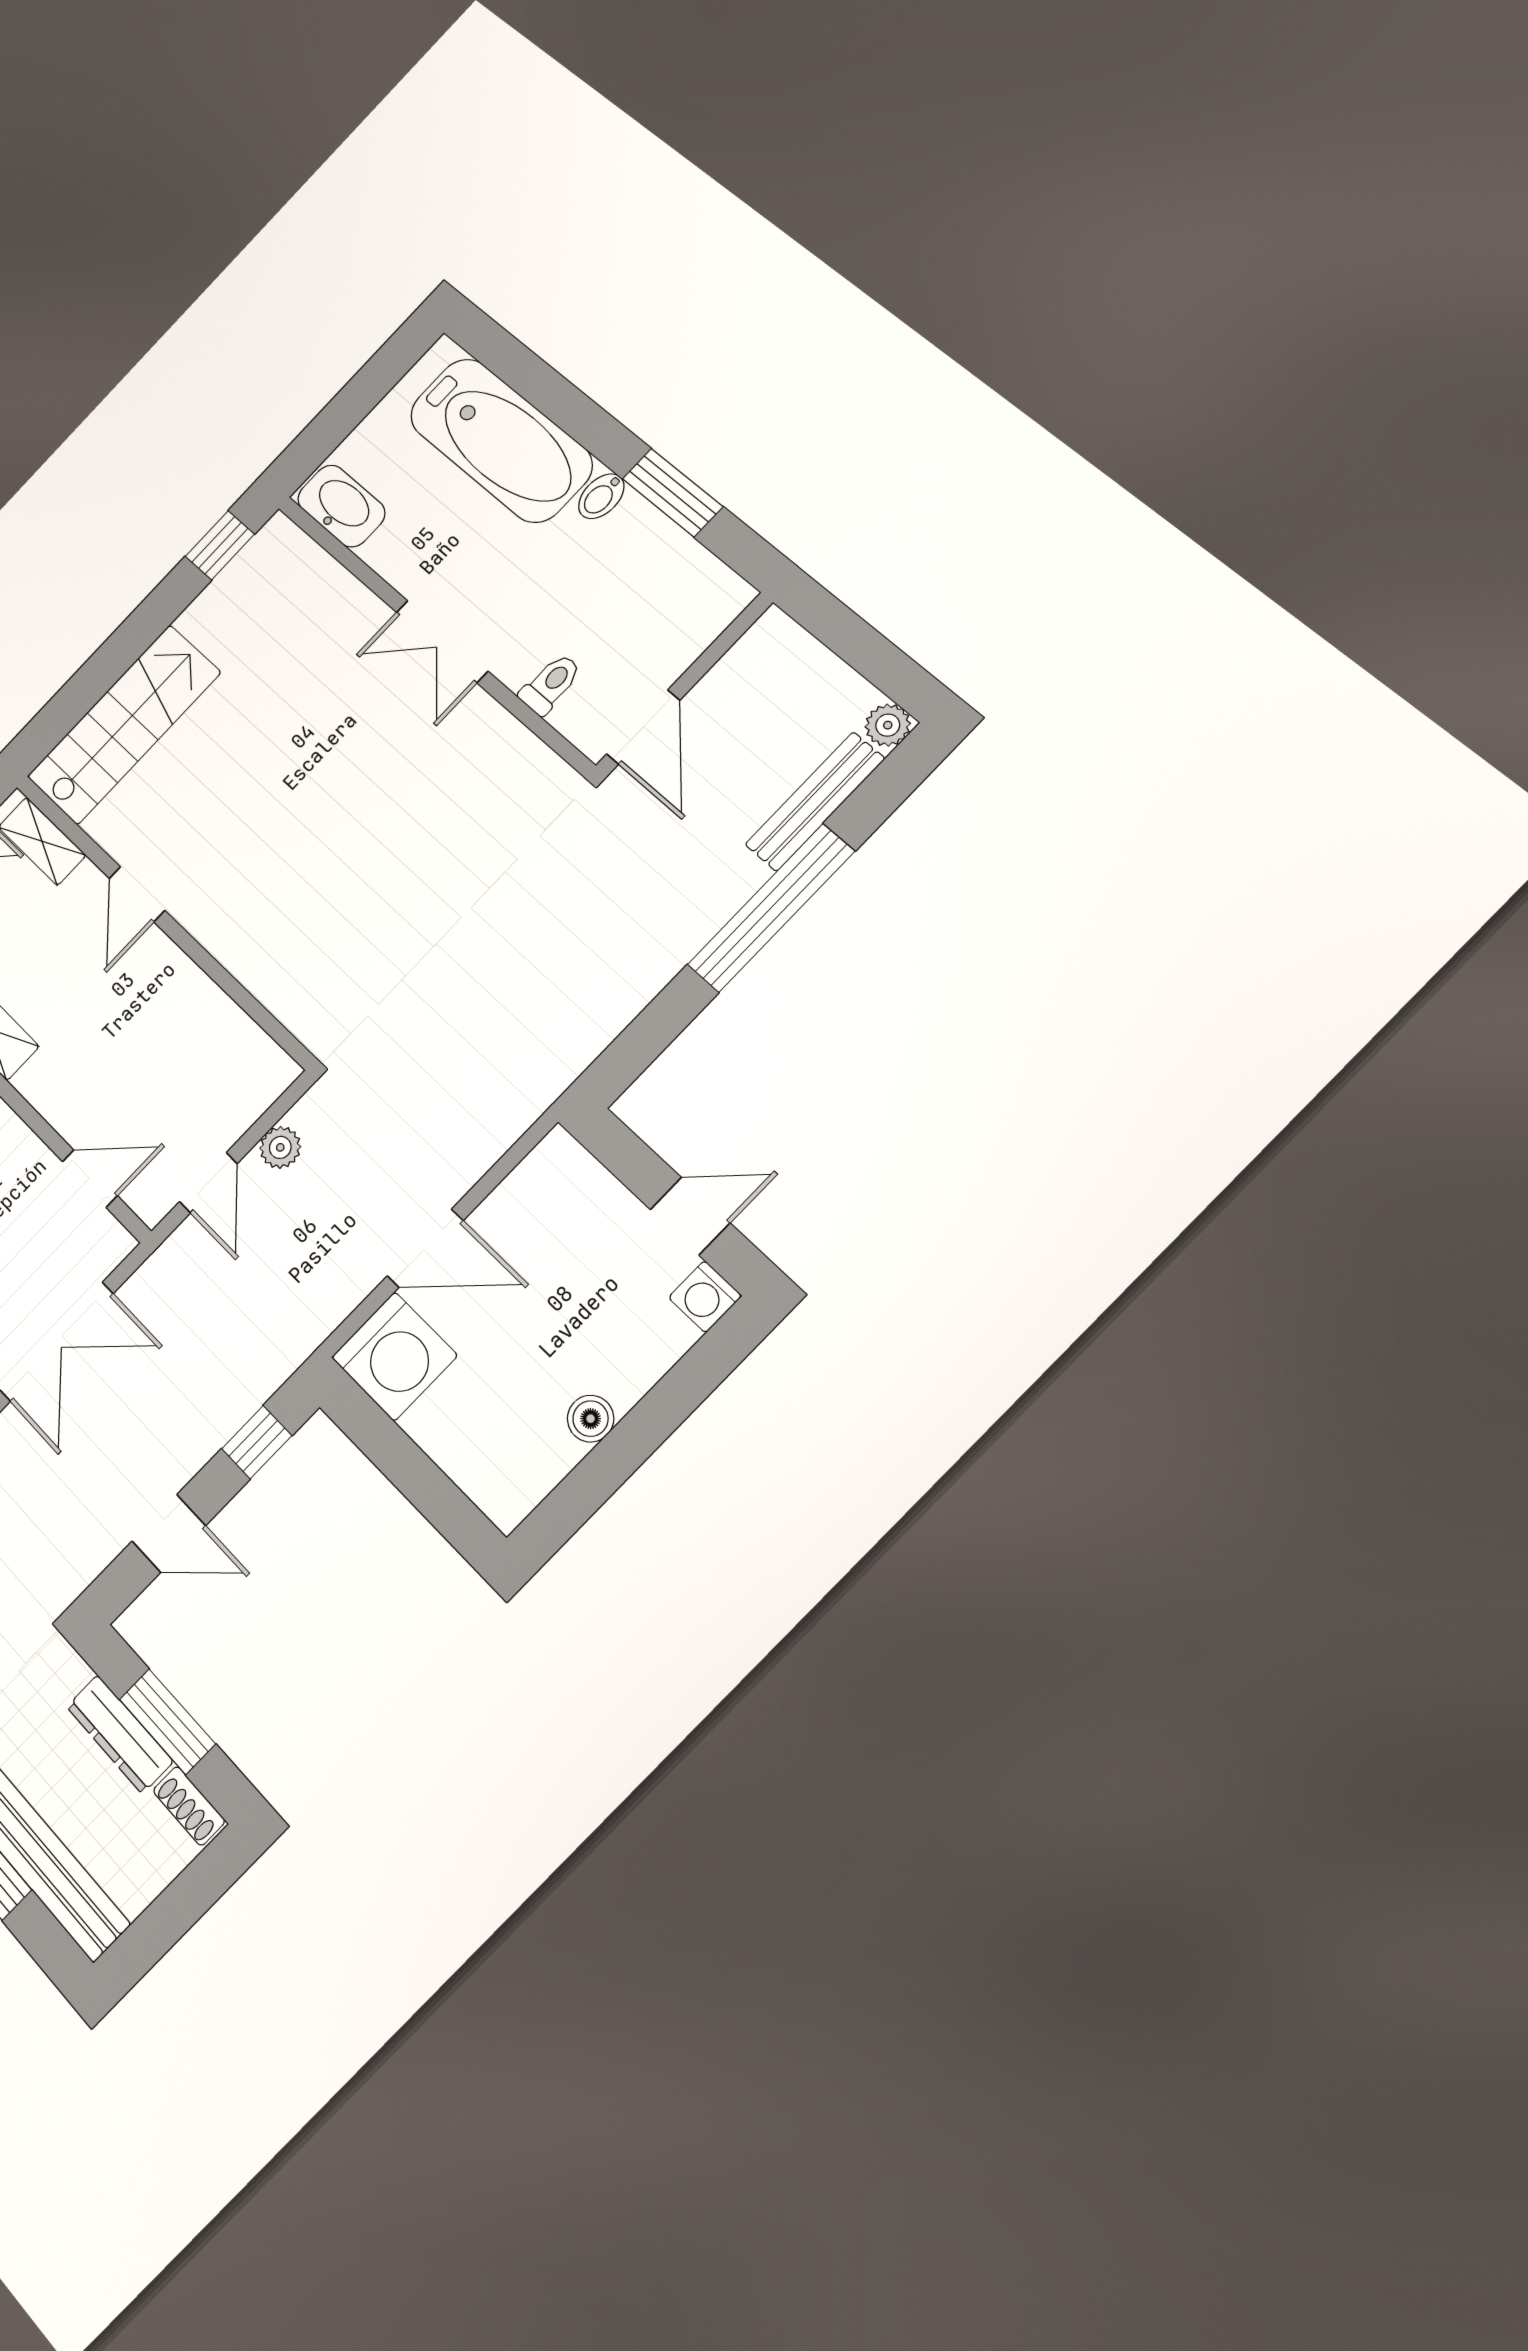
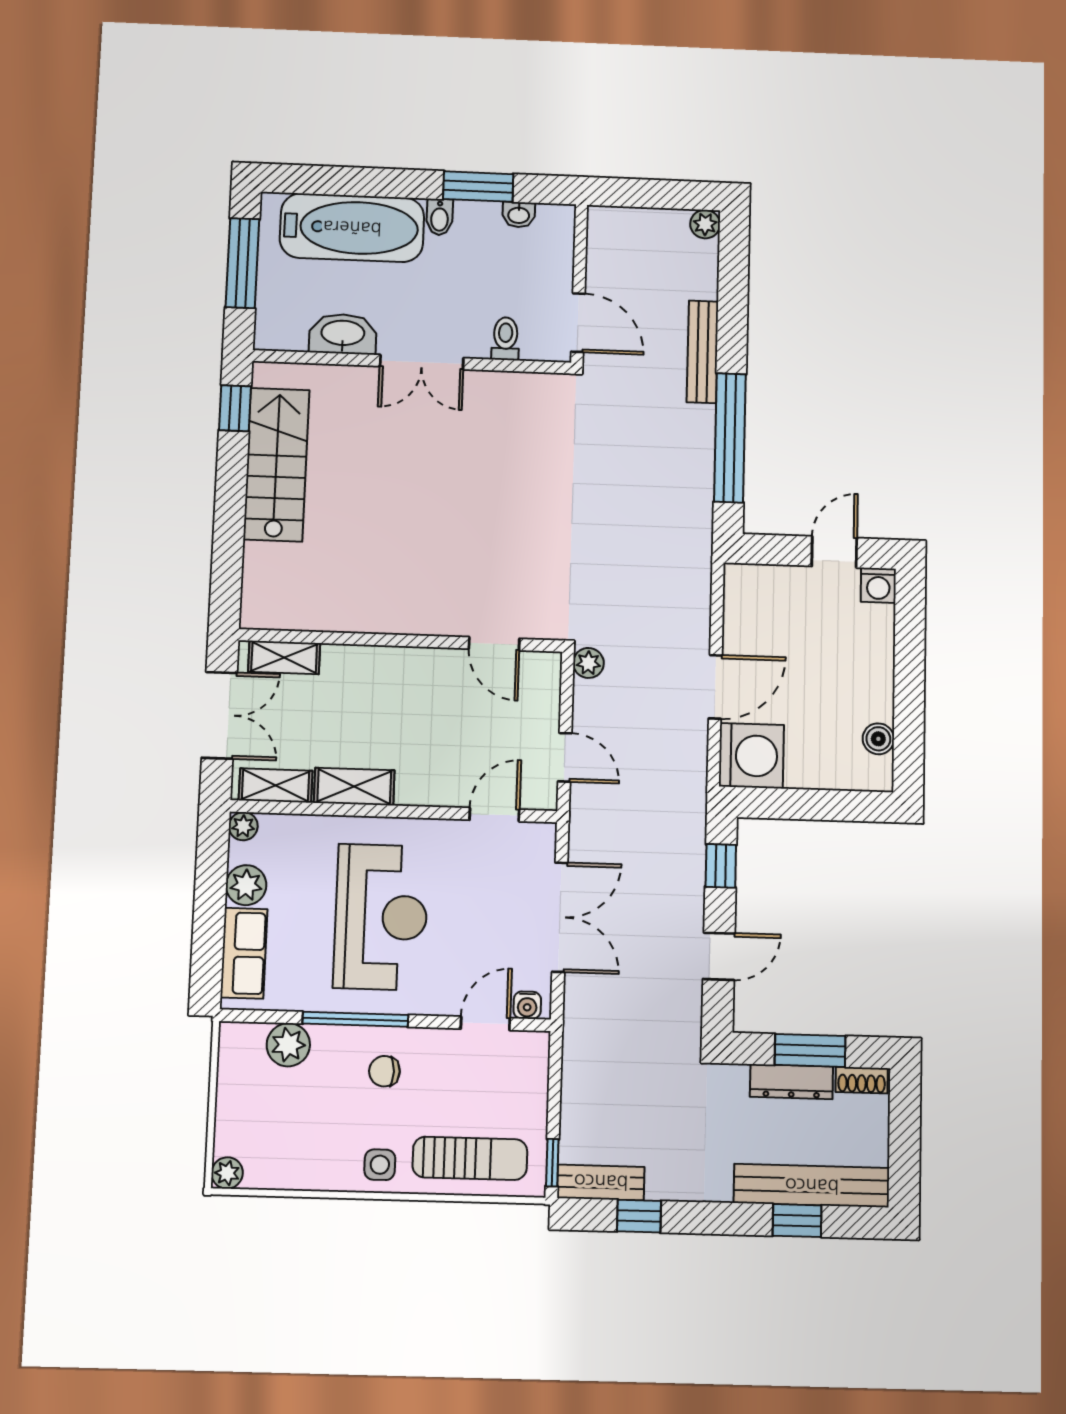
window: (359, 397) -> (242, 263), added
washbasin: (341, 506) -> (343, 334), moved
washbasin: (688, 557) -> (519, 215), added
stairs: (124, 725) -> (276, 465), moved
bench: (815, 802) -> (703, 352), moved
door: (137, 894) -> (494, 644), moved
window: (771, 908) -> (730, 438), moved
plant: (280, 1147) -> (588, 663), moved
boiler: (591, 1419) -> (878, 739), moved

